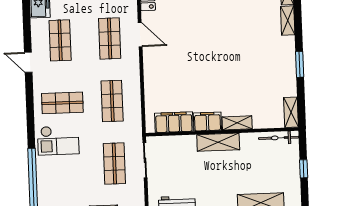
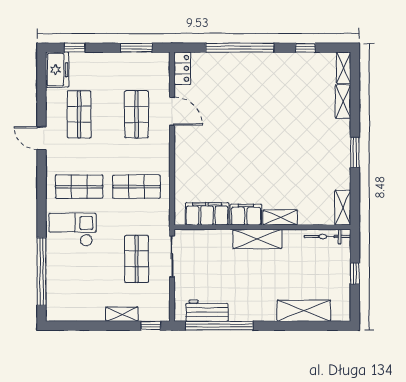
shop shelf: (112, 101) -> (137, 187), turned 90
checkout: (58, 140) -> (73, 230), turned 180

